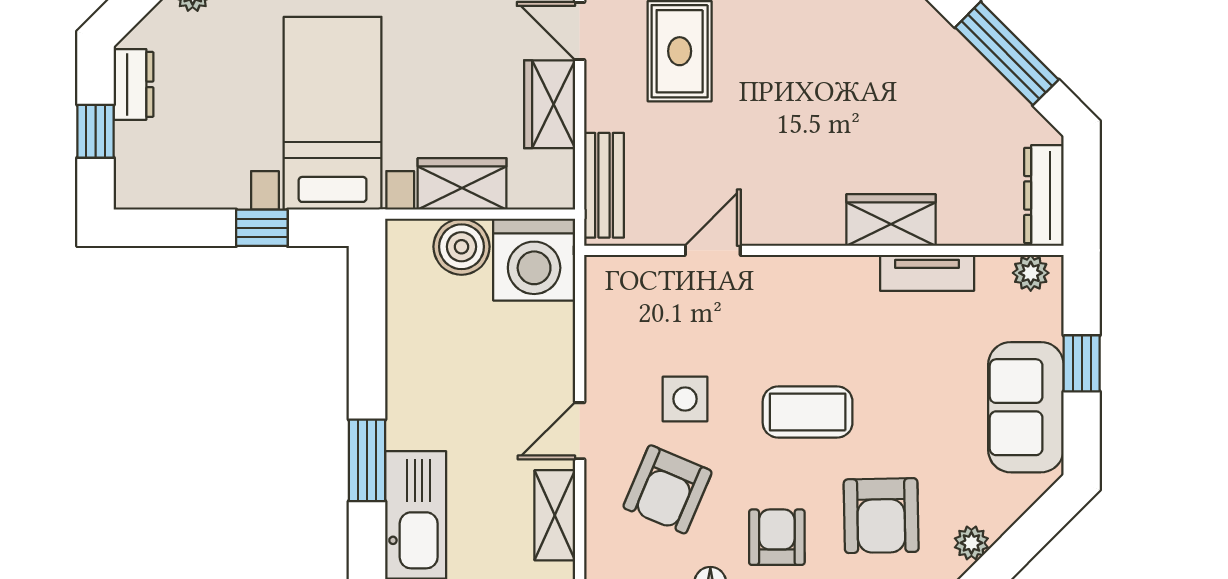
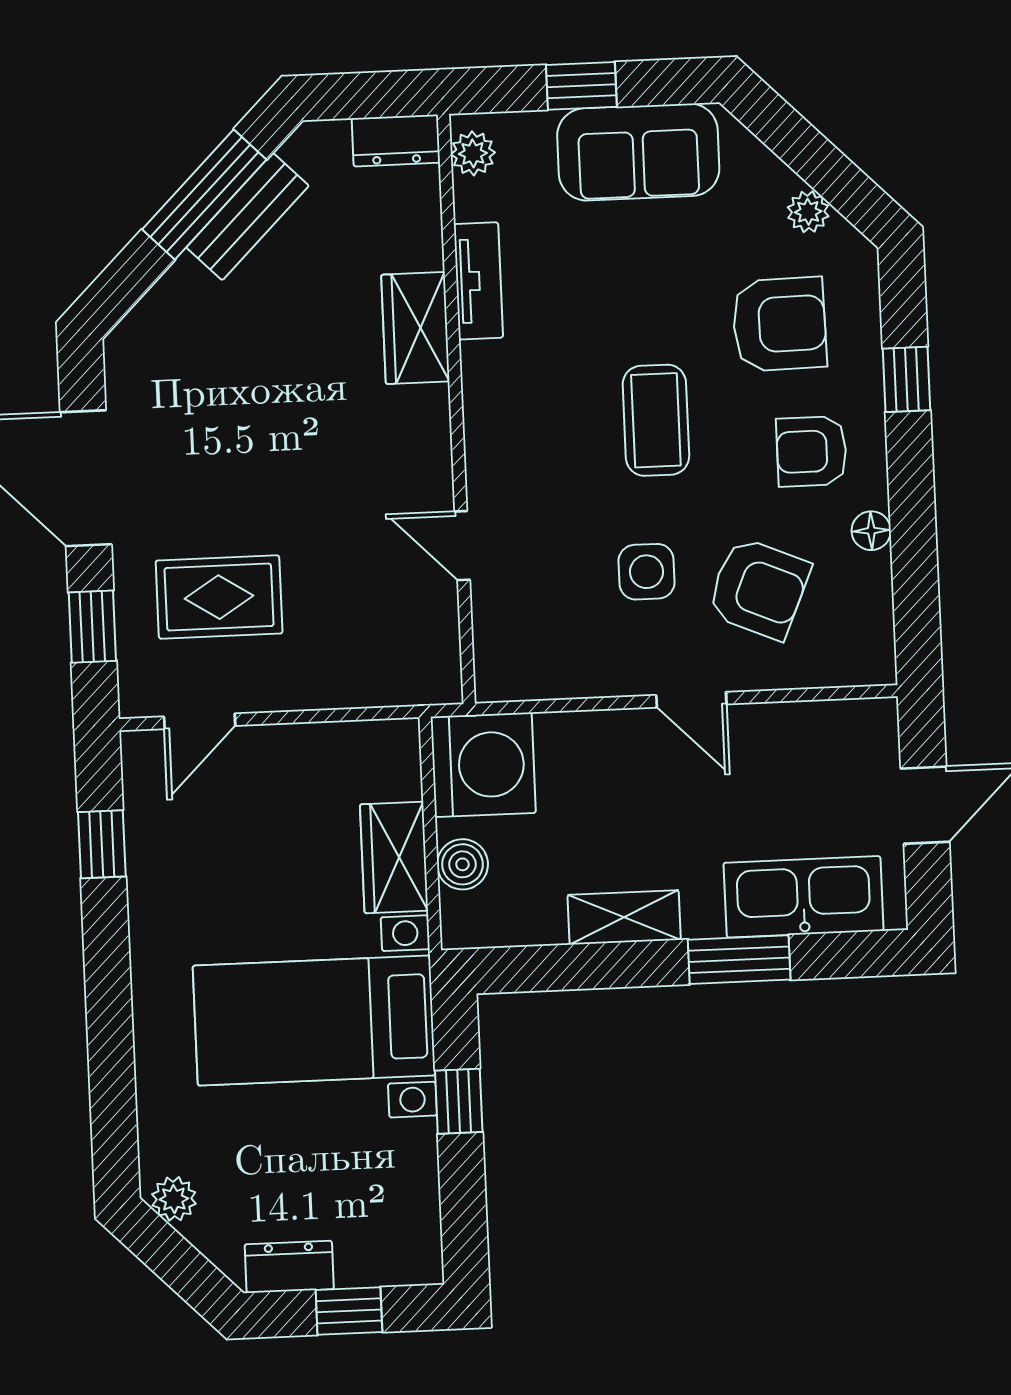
wardrobe: (550, 104) -> (291, 754), removed
bench: (604, 185) -> (248, 217), moved, turned -45
dresser: (1044, 195) -> (396, 141), width x0.70
boiler: (461, 247) -> (462, 864), width x0.73, depth x0.73
shelving: (555, 515) -> (624, 917), moved

